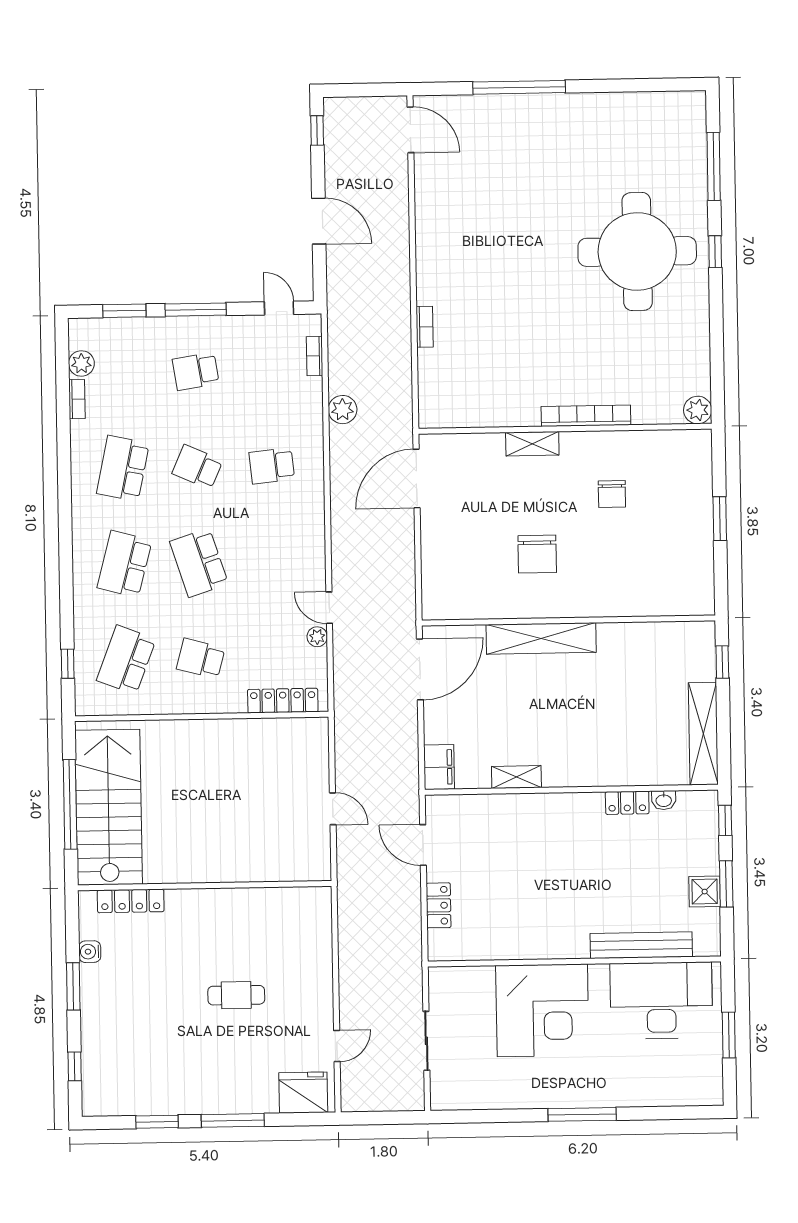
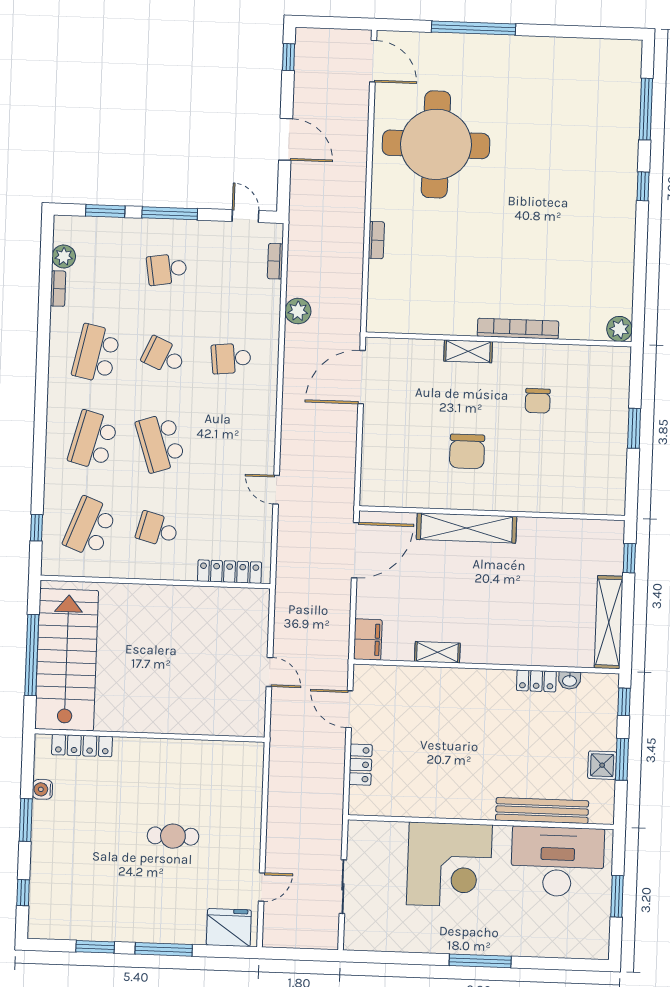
round table: (637, 252) -> (436, 144), moved
plant: (317, 637) -> (264, 515), removed

